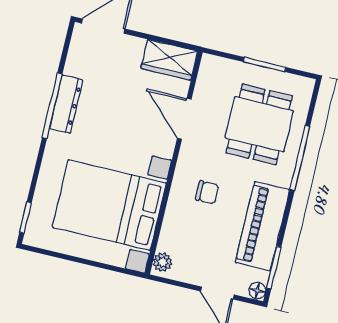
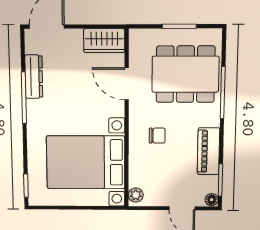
dresser: (66, 104) -> (34, 77), moved
dining table: (259, 124) -> (185, 74), width x1.38
piano: (262, 226) -> (209, 151), width x0.73, depth x0.75

